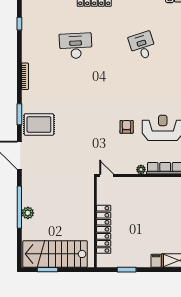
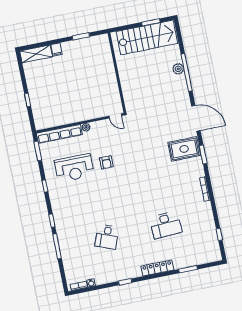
desk: (142, 46) -> (107, 237), turned 39
locker: (104, 229) -> (108, 68), removed

